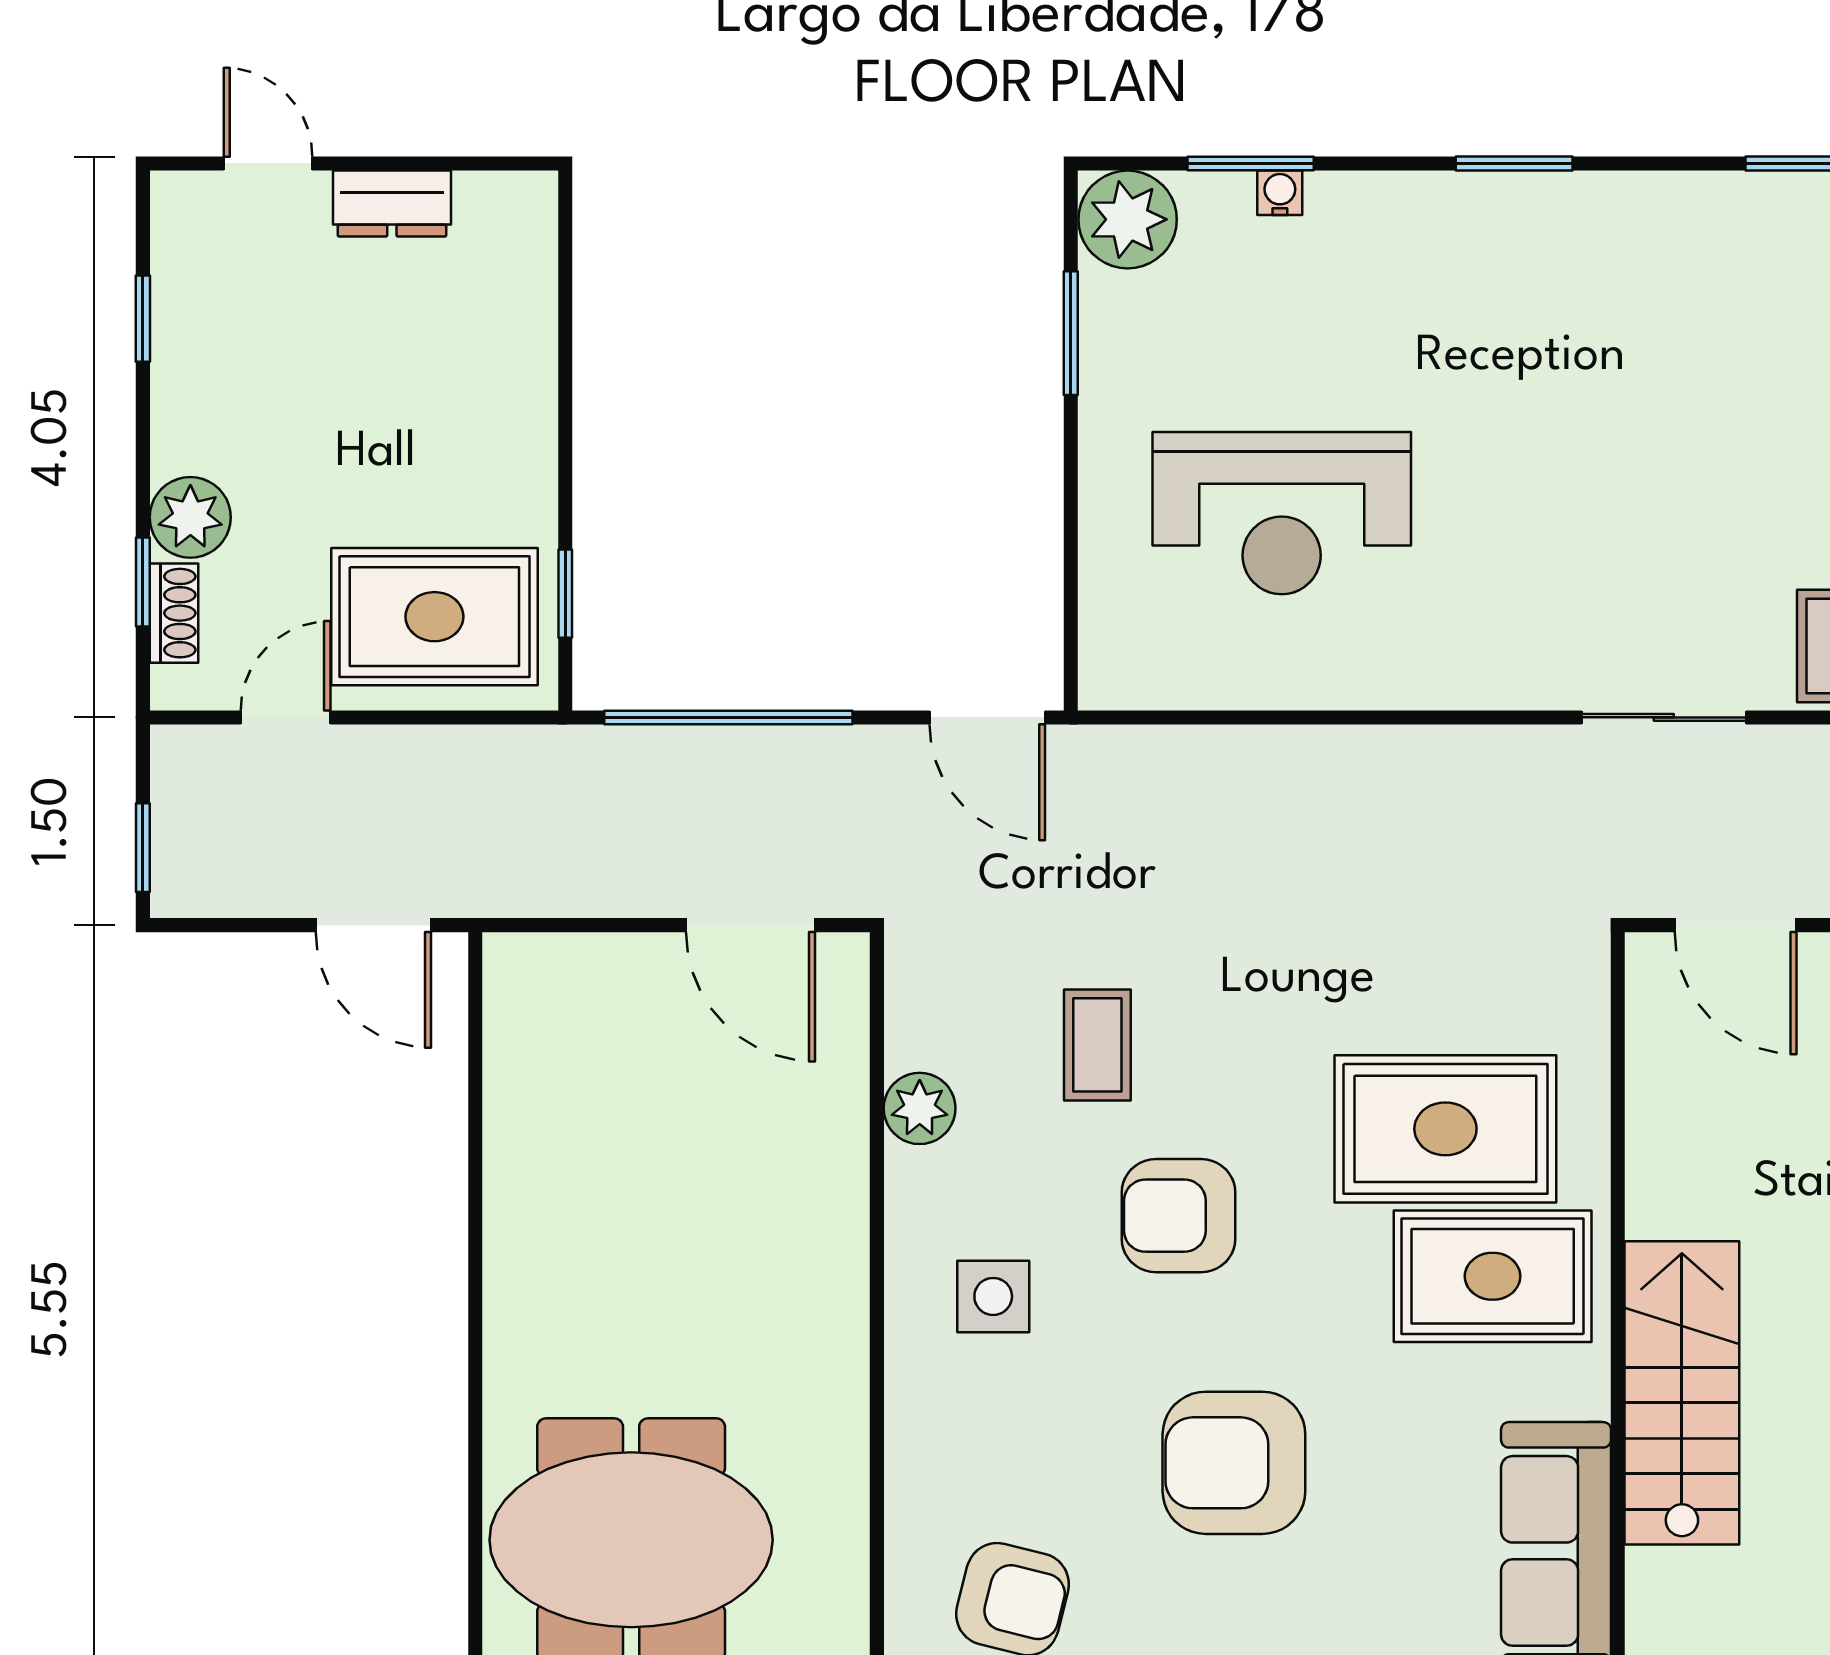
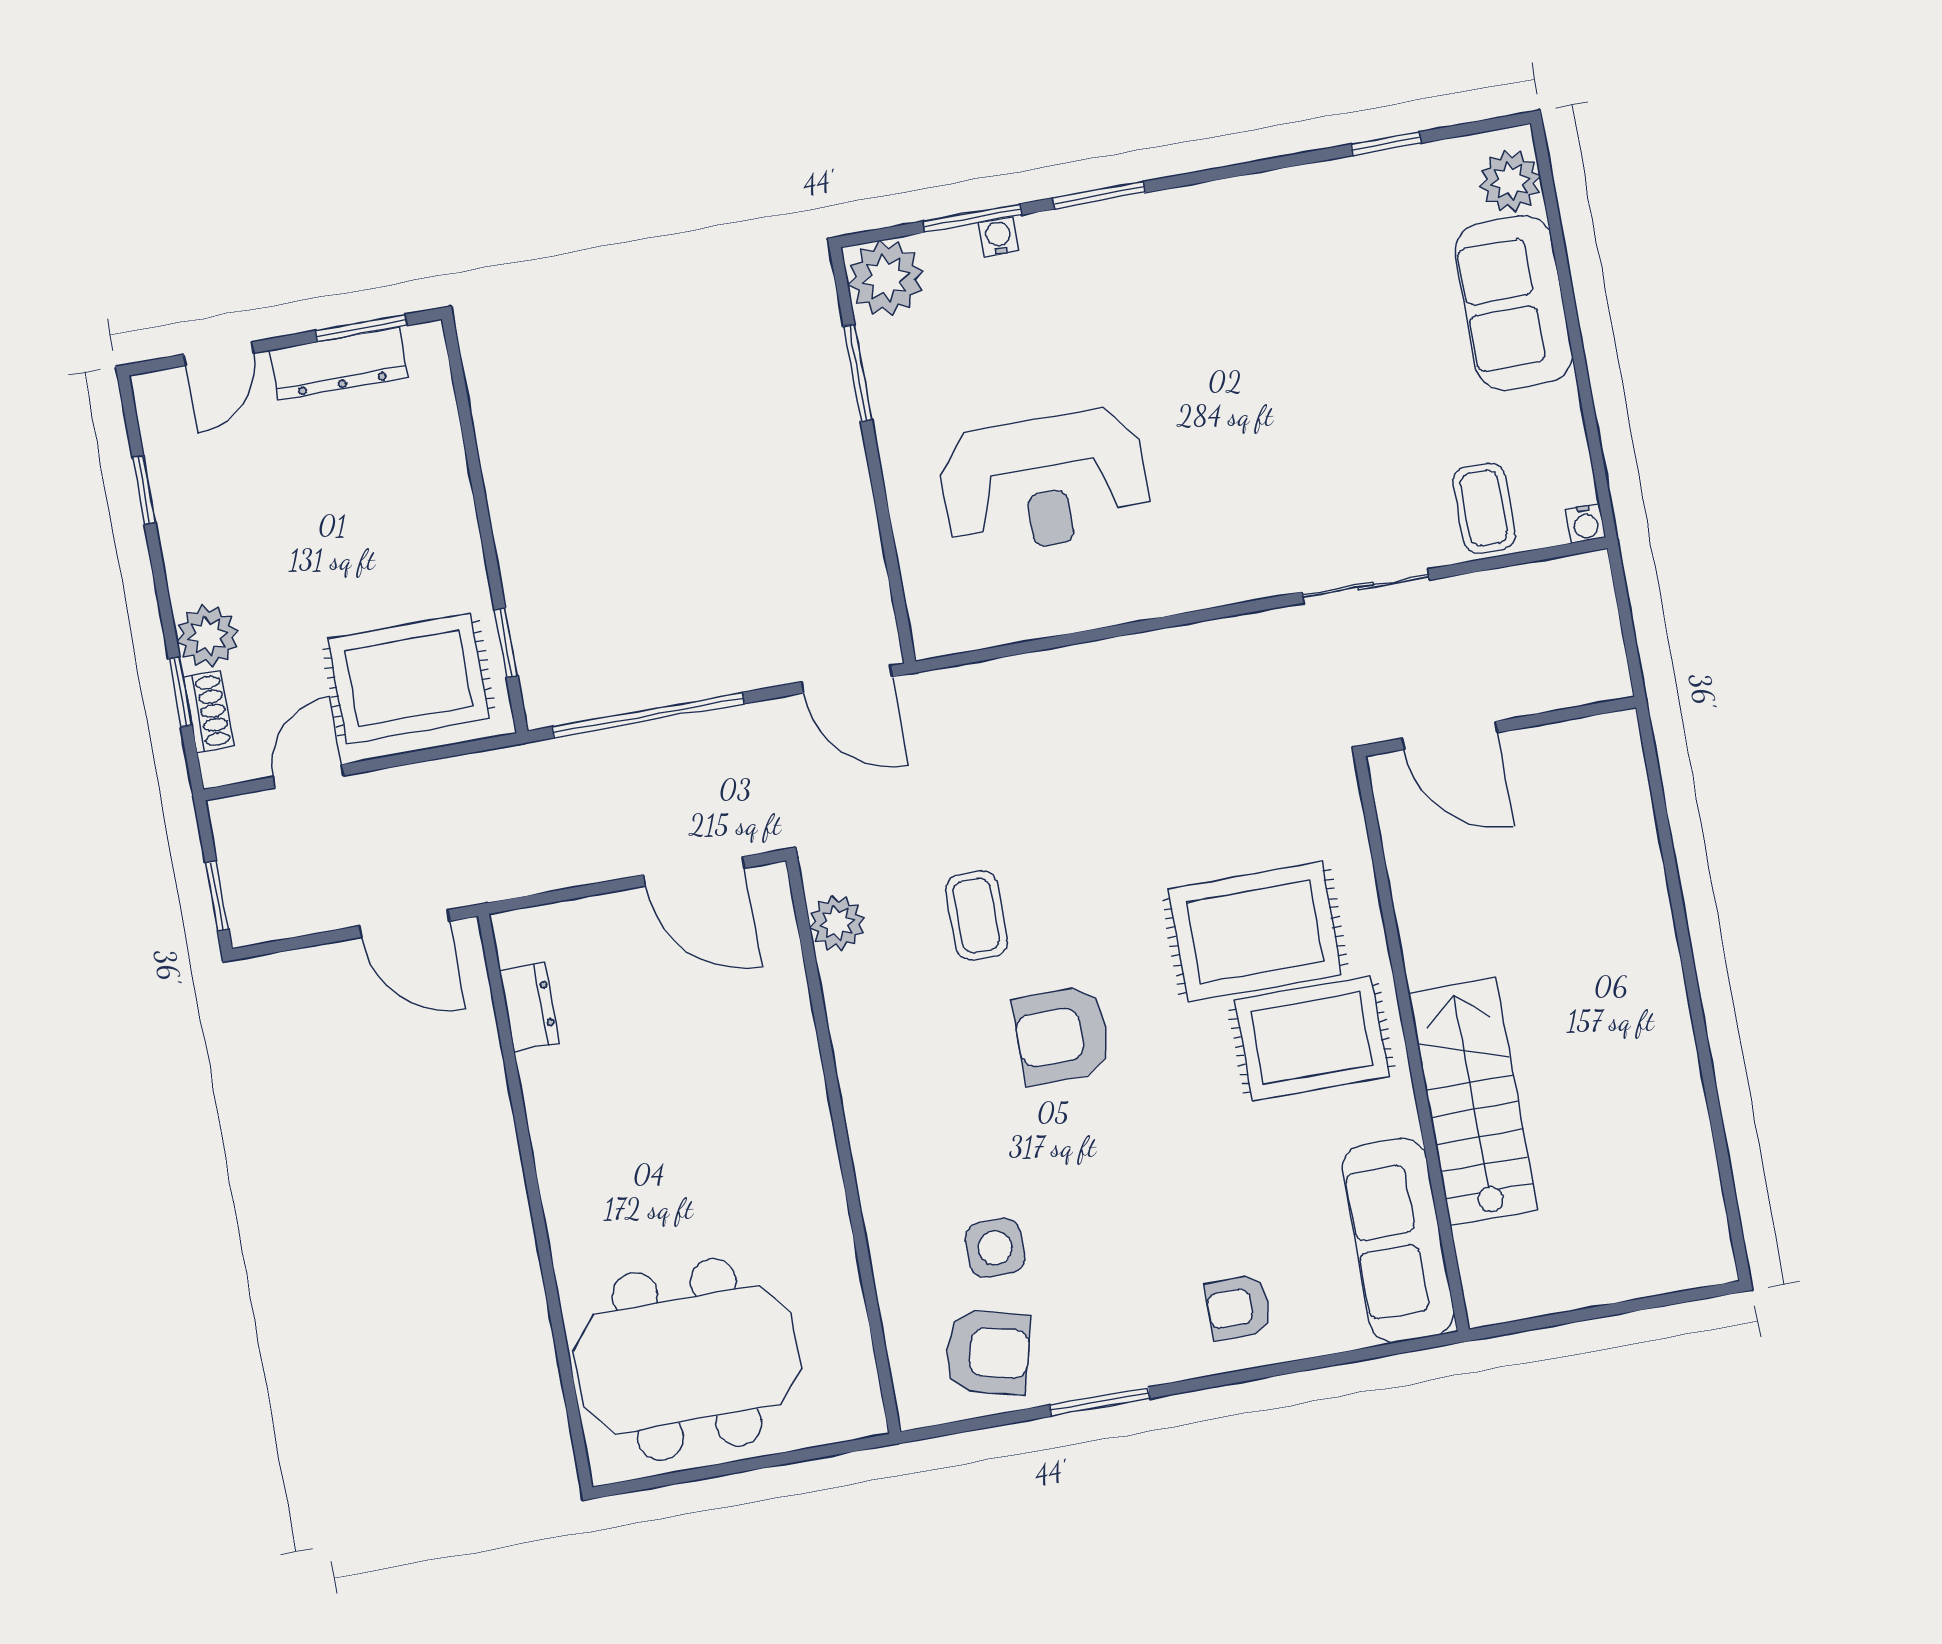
door: (268, 163) -> (219, 354), swing flipped
window: (454, 163) -> (361, 328), added
window: (1514, 163) -> (1099, 195), moved
dresser: (392, 204) -> (339, 364), width x1.44
dresser: (512, 1059) -> (529, 1007), added
plant: (920, 1108) -> (837, 923), moved
side table: (993, 1296) -> (995, 1248), moved
armchair: (1234, 1463) -> (1238, 1307), moved, width x0.53, depth x0.53

